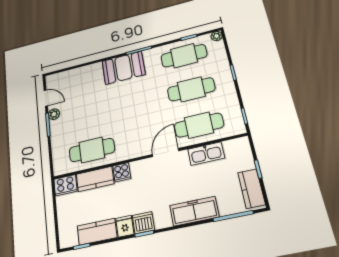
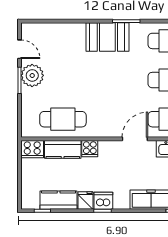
plant: (54, 114) -> (32, 75), width x1.87, depth x1.87

